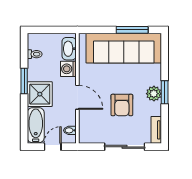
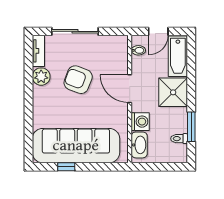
window: (132, 30) -> (66, 167), width x0.46
window: (24, 81) -> (191, 127), moved
window: (165, 92) -> (29, 94), removed
plant: (154, 94) -> (41, 77), moved
armchair: (122, 105) -> (78, 80), turned -69

